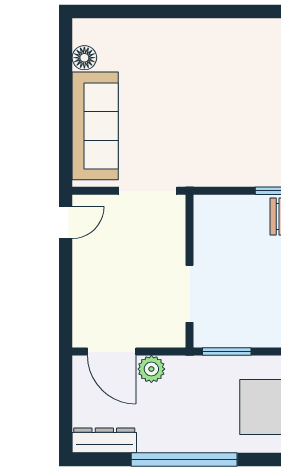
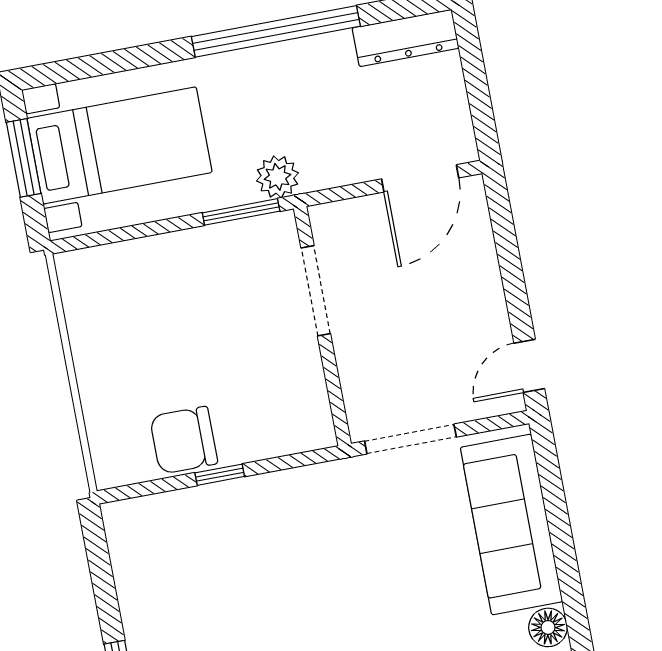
door: (112, 352) -> (420, 178), swing flipped
plant: (151, 369) -> (277, 177), moved

